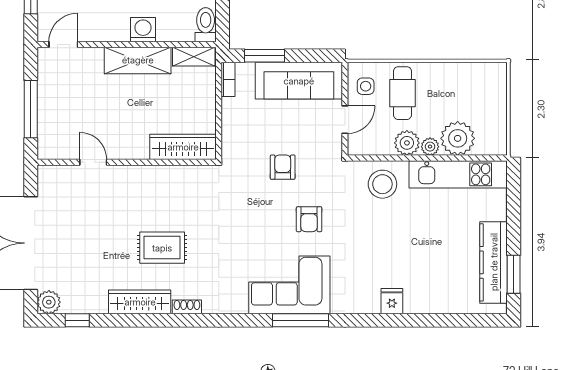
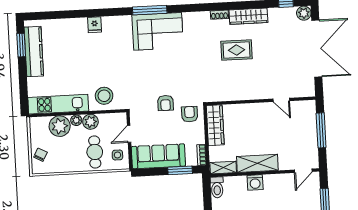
chair: (491, 93) -> (40, 155), added
wardrobe: (183, 147) -> (215, 125), moved, turned -90
armchair: (309, 219) -> (190, 114), moved

